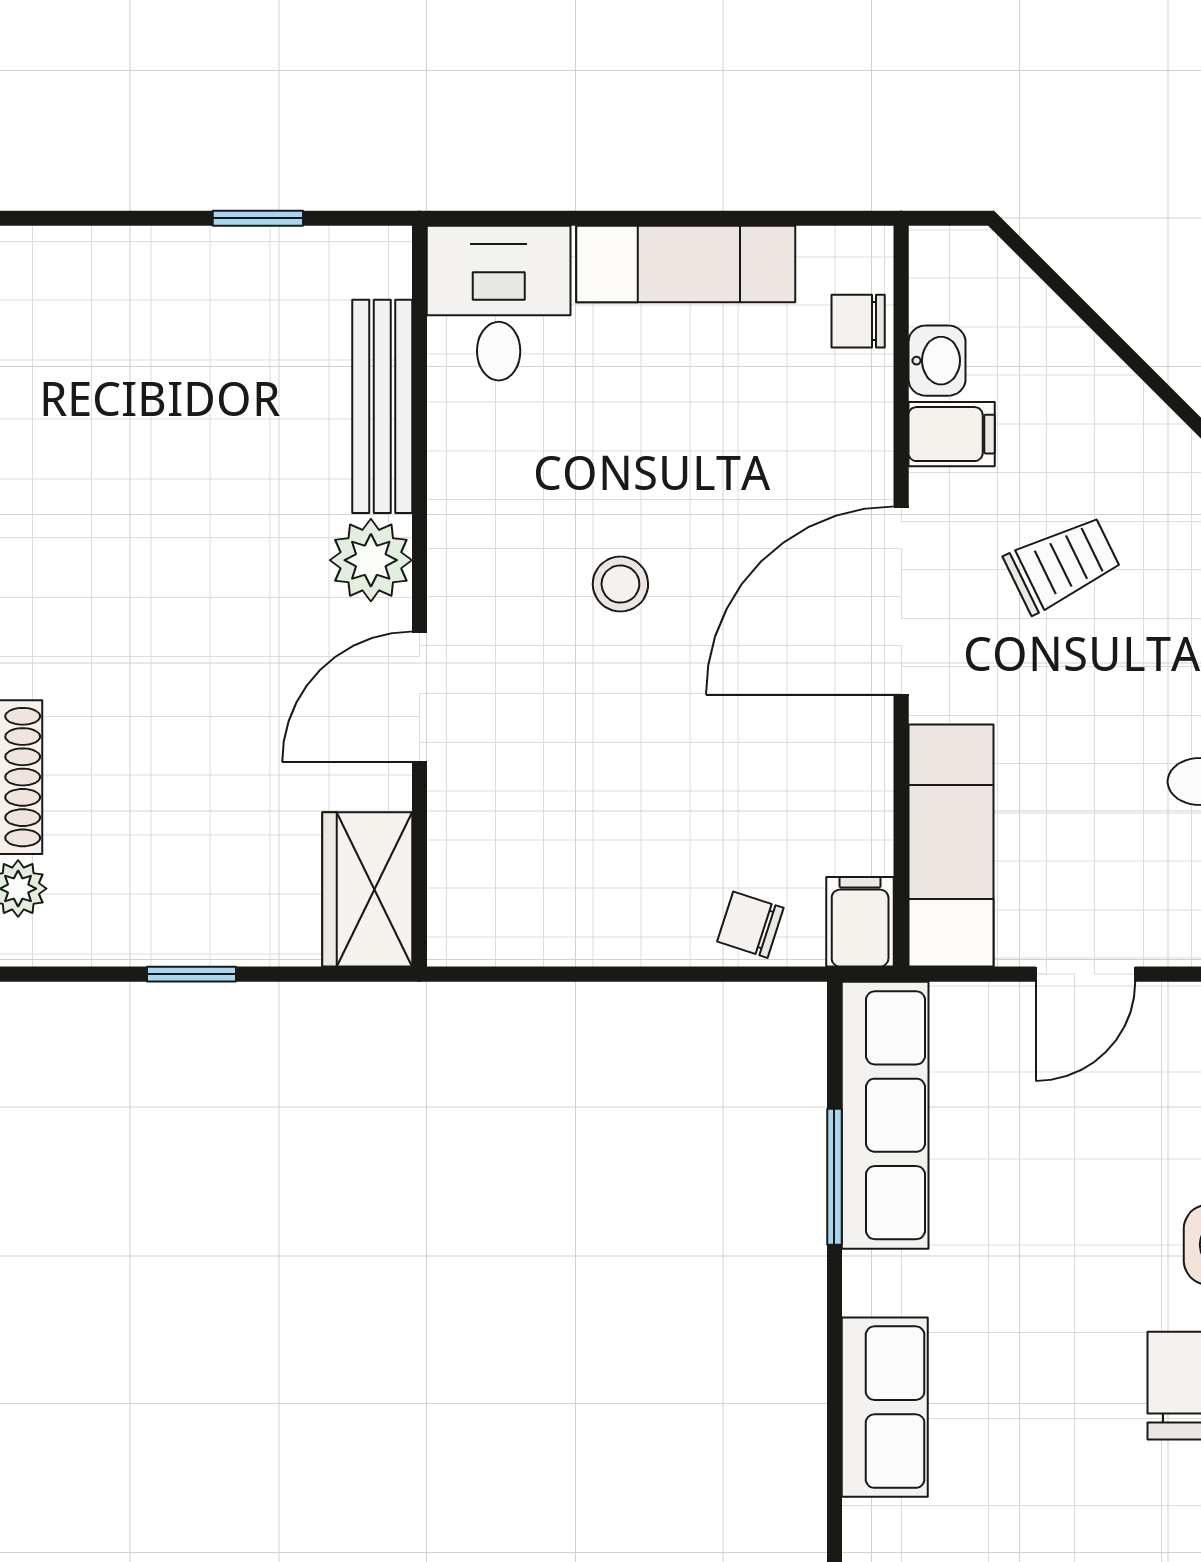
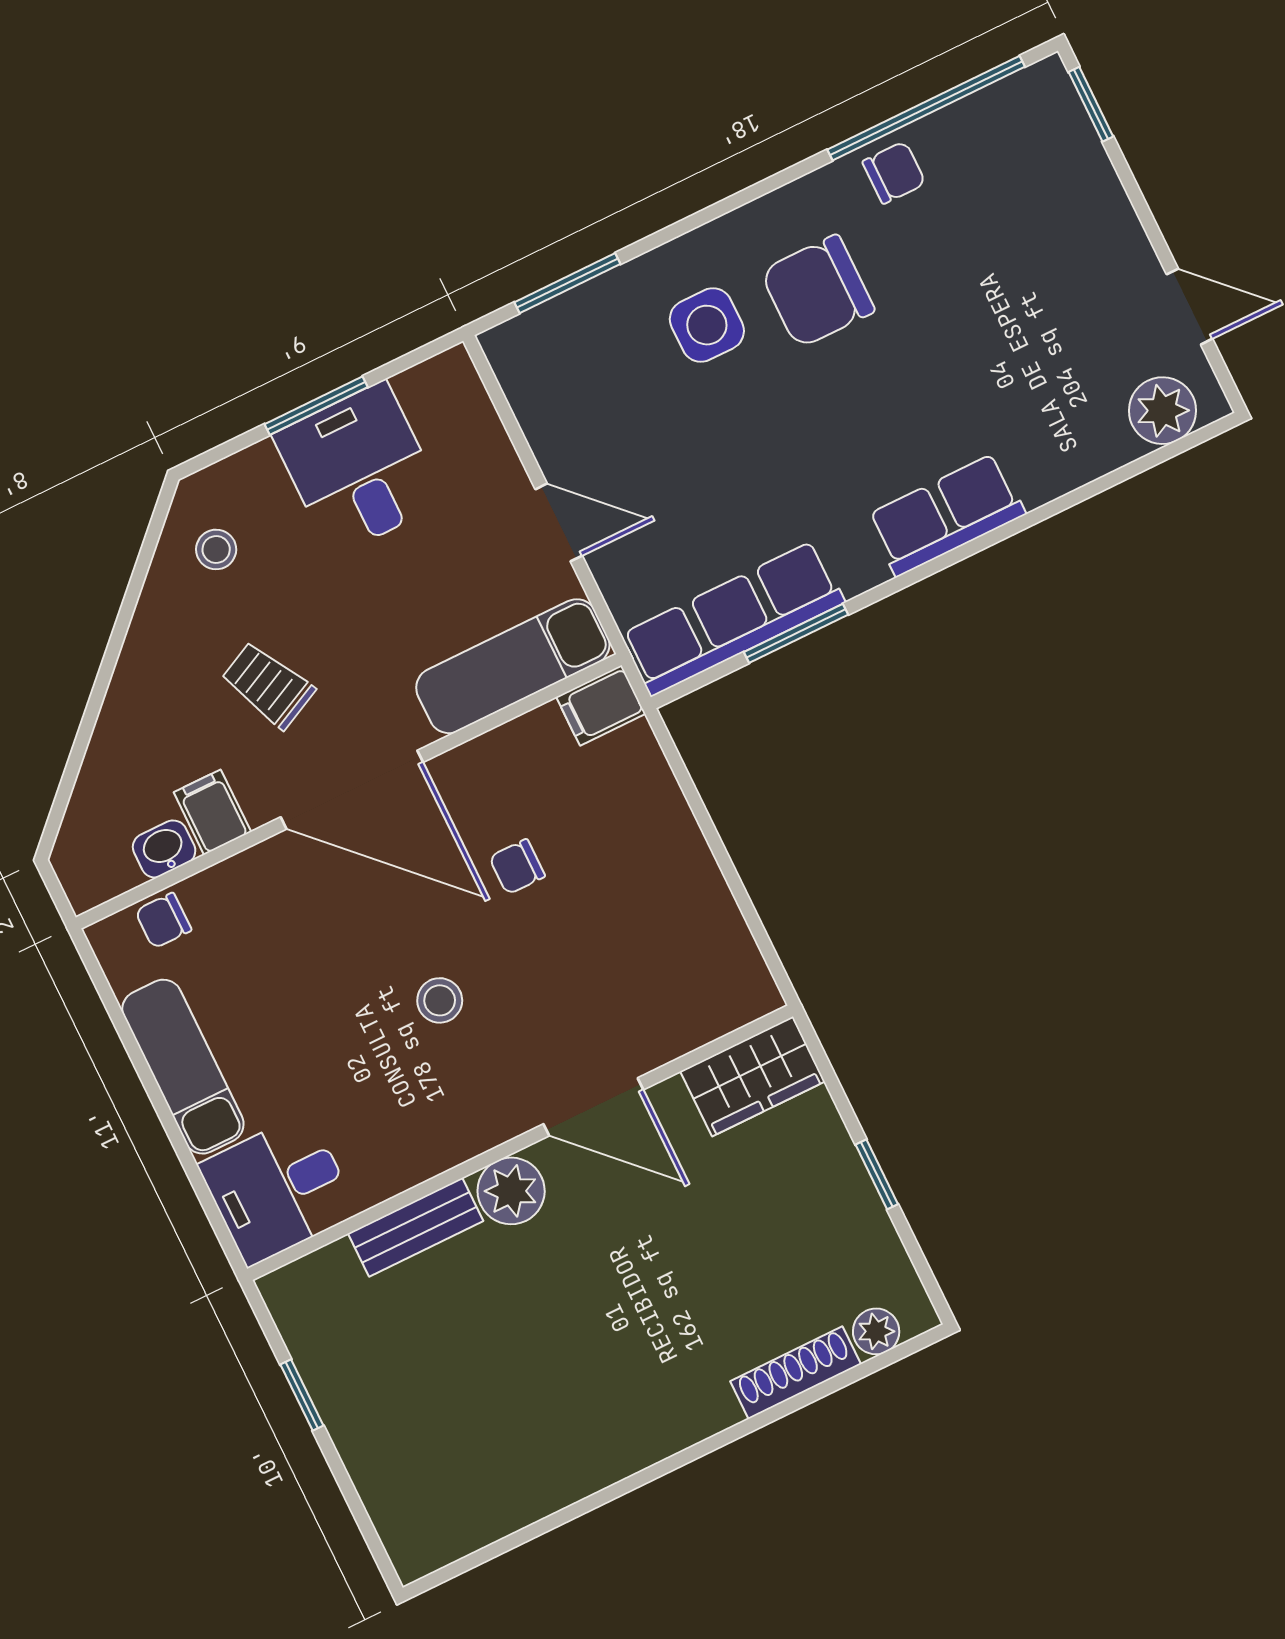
chair: (858, 321) -> (163, 921), turned 90
bench: (382, 406) -> (416, 1227), width x0.73
chair: (750, 925) -> (517, 867), moved, turned 72

